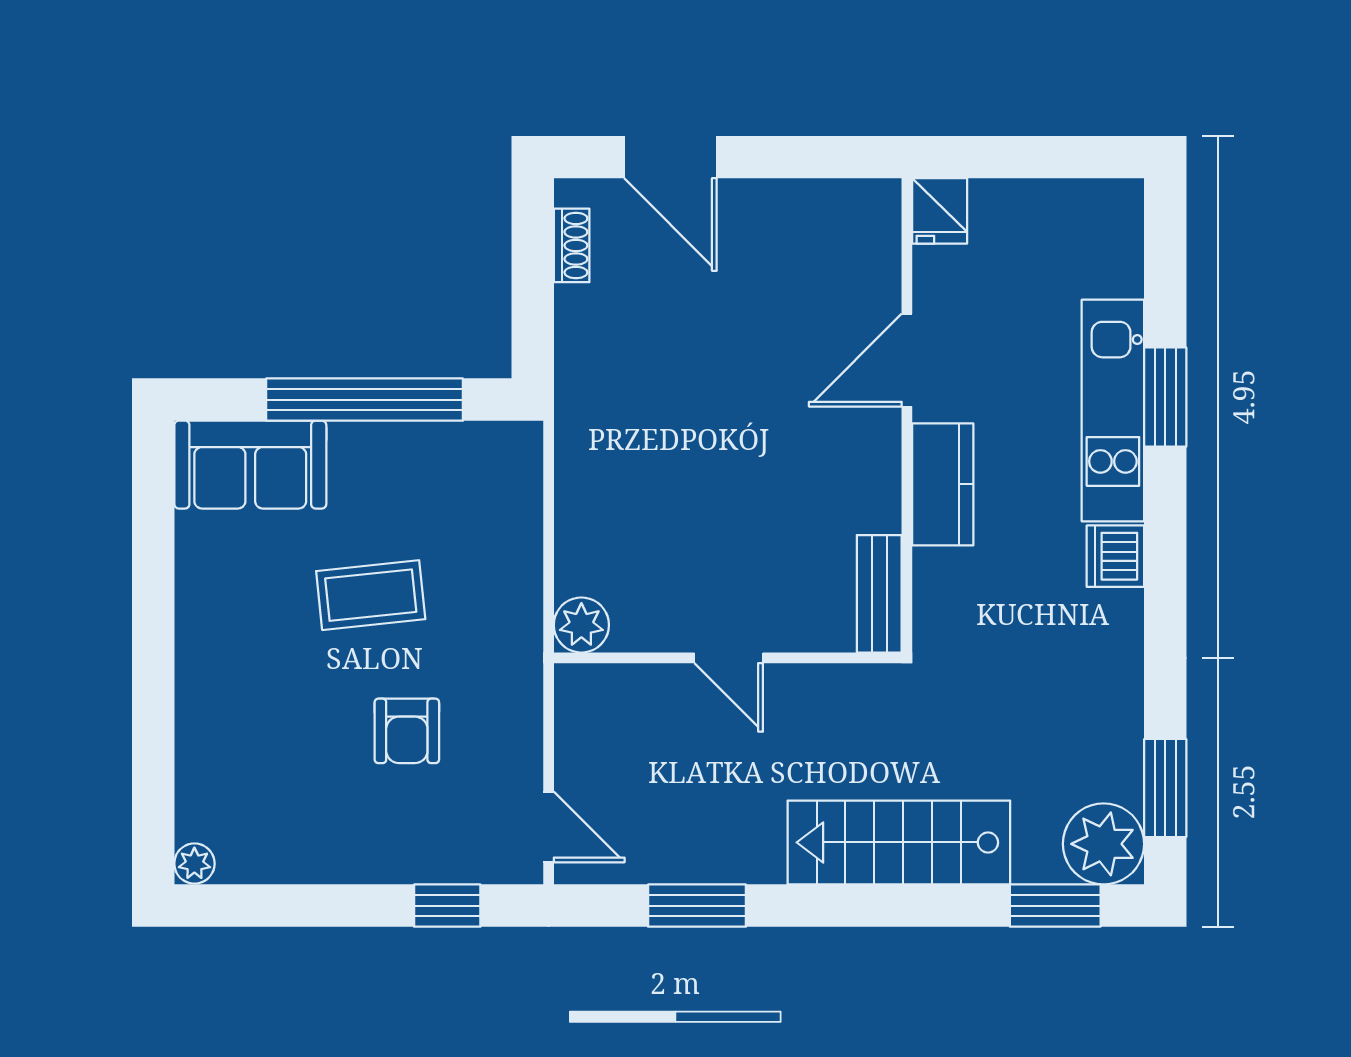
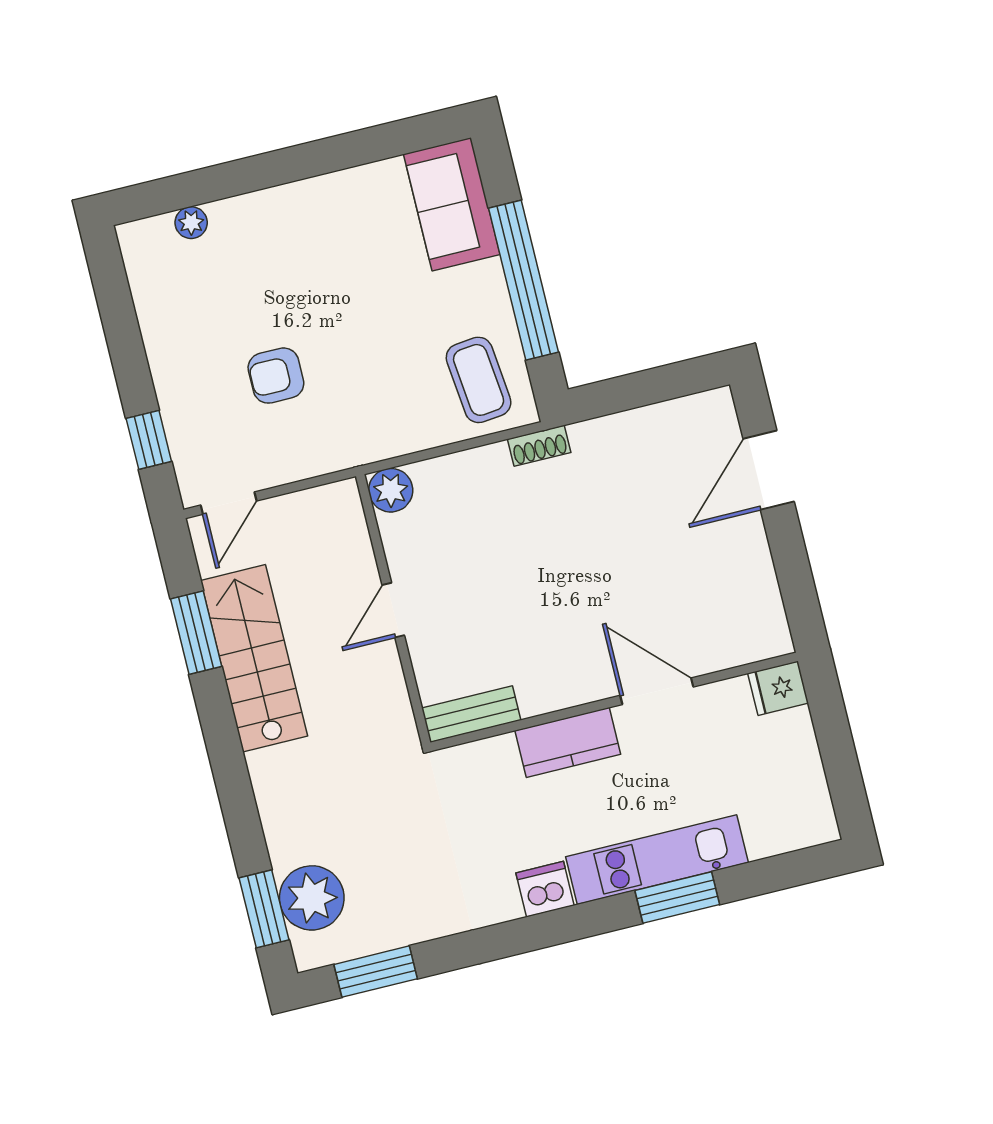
shoe rack: (572, 245) -> (539, 446), moved
coffee table: (371, 595) -> (479, 380), moved
stairs: (899, 842) -> (254, 658), moved
plant: (1104, 844) -> (312, 898), moved
plant: (194, 864) -> (191, 223), moved

